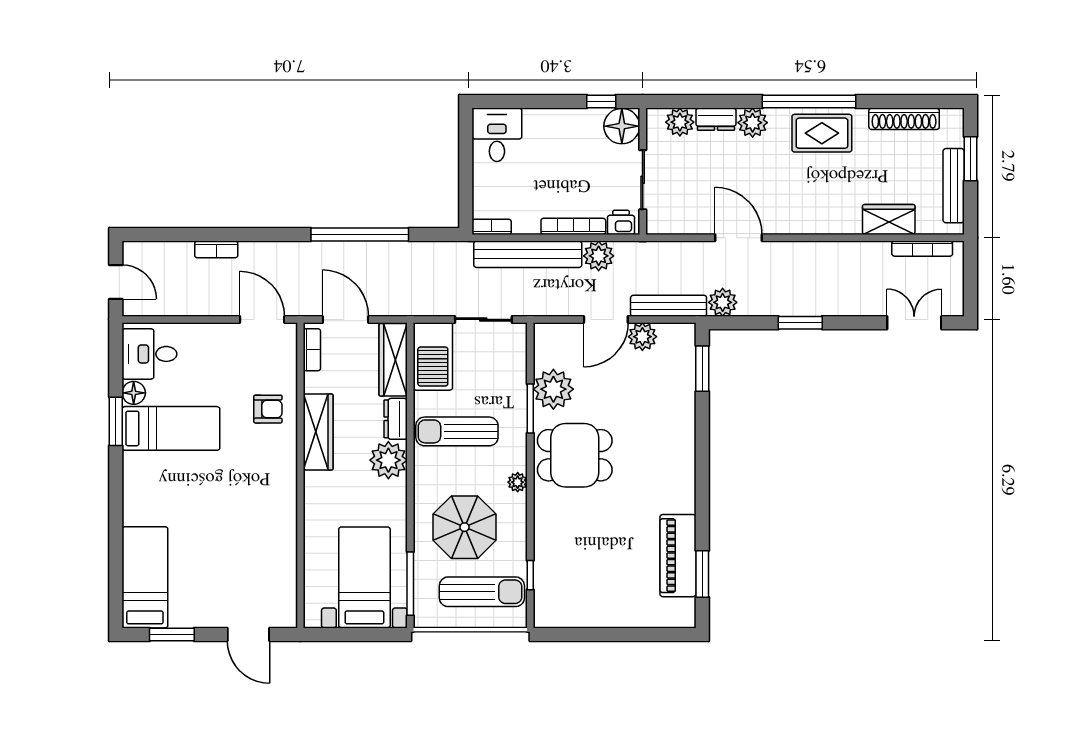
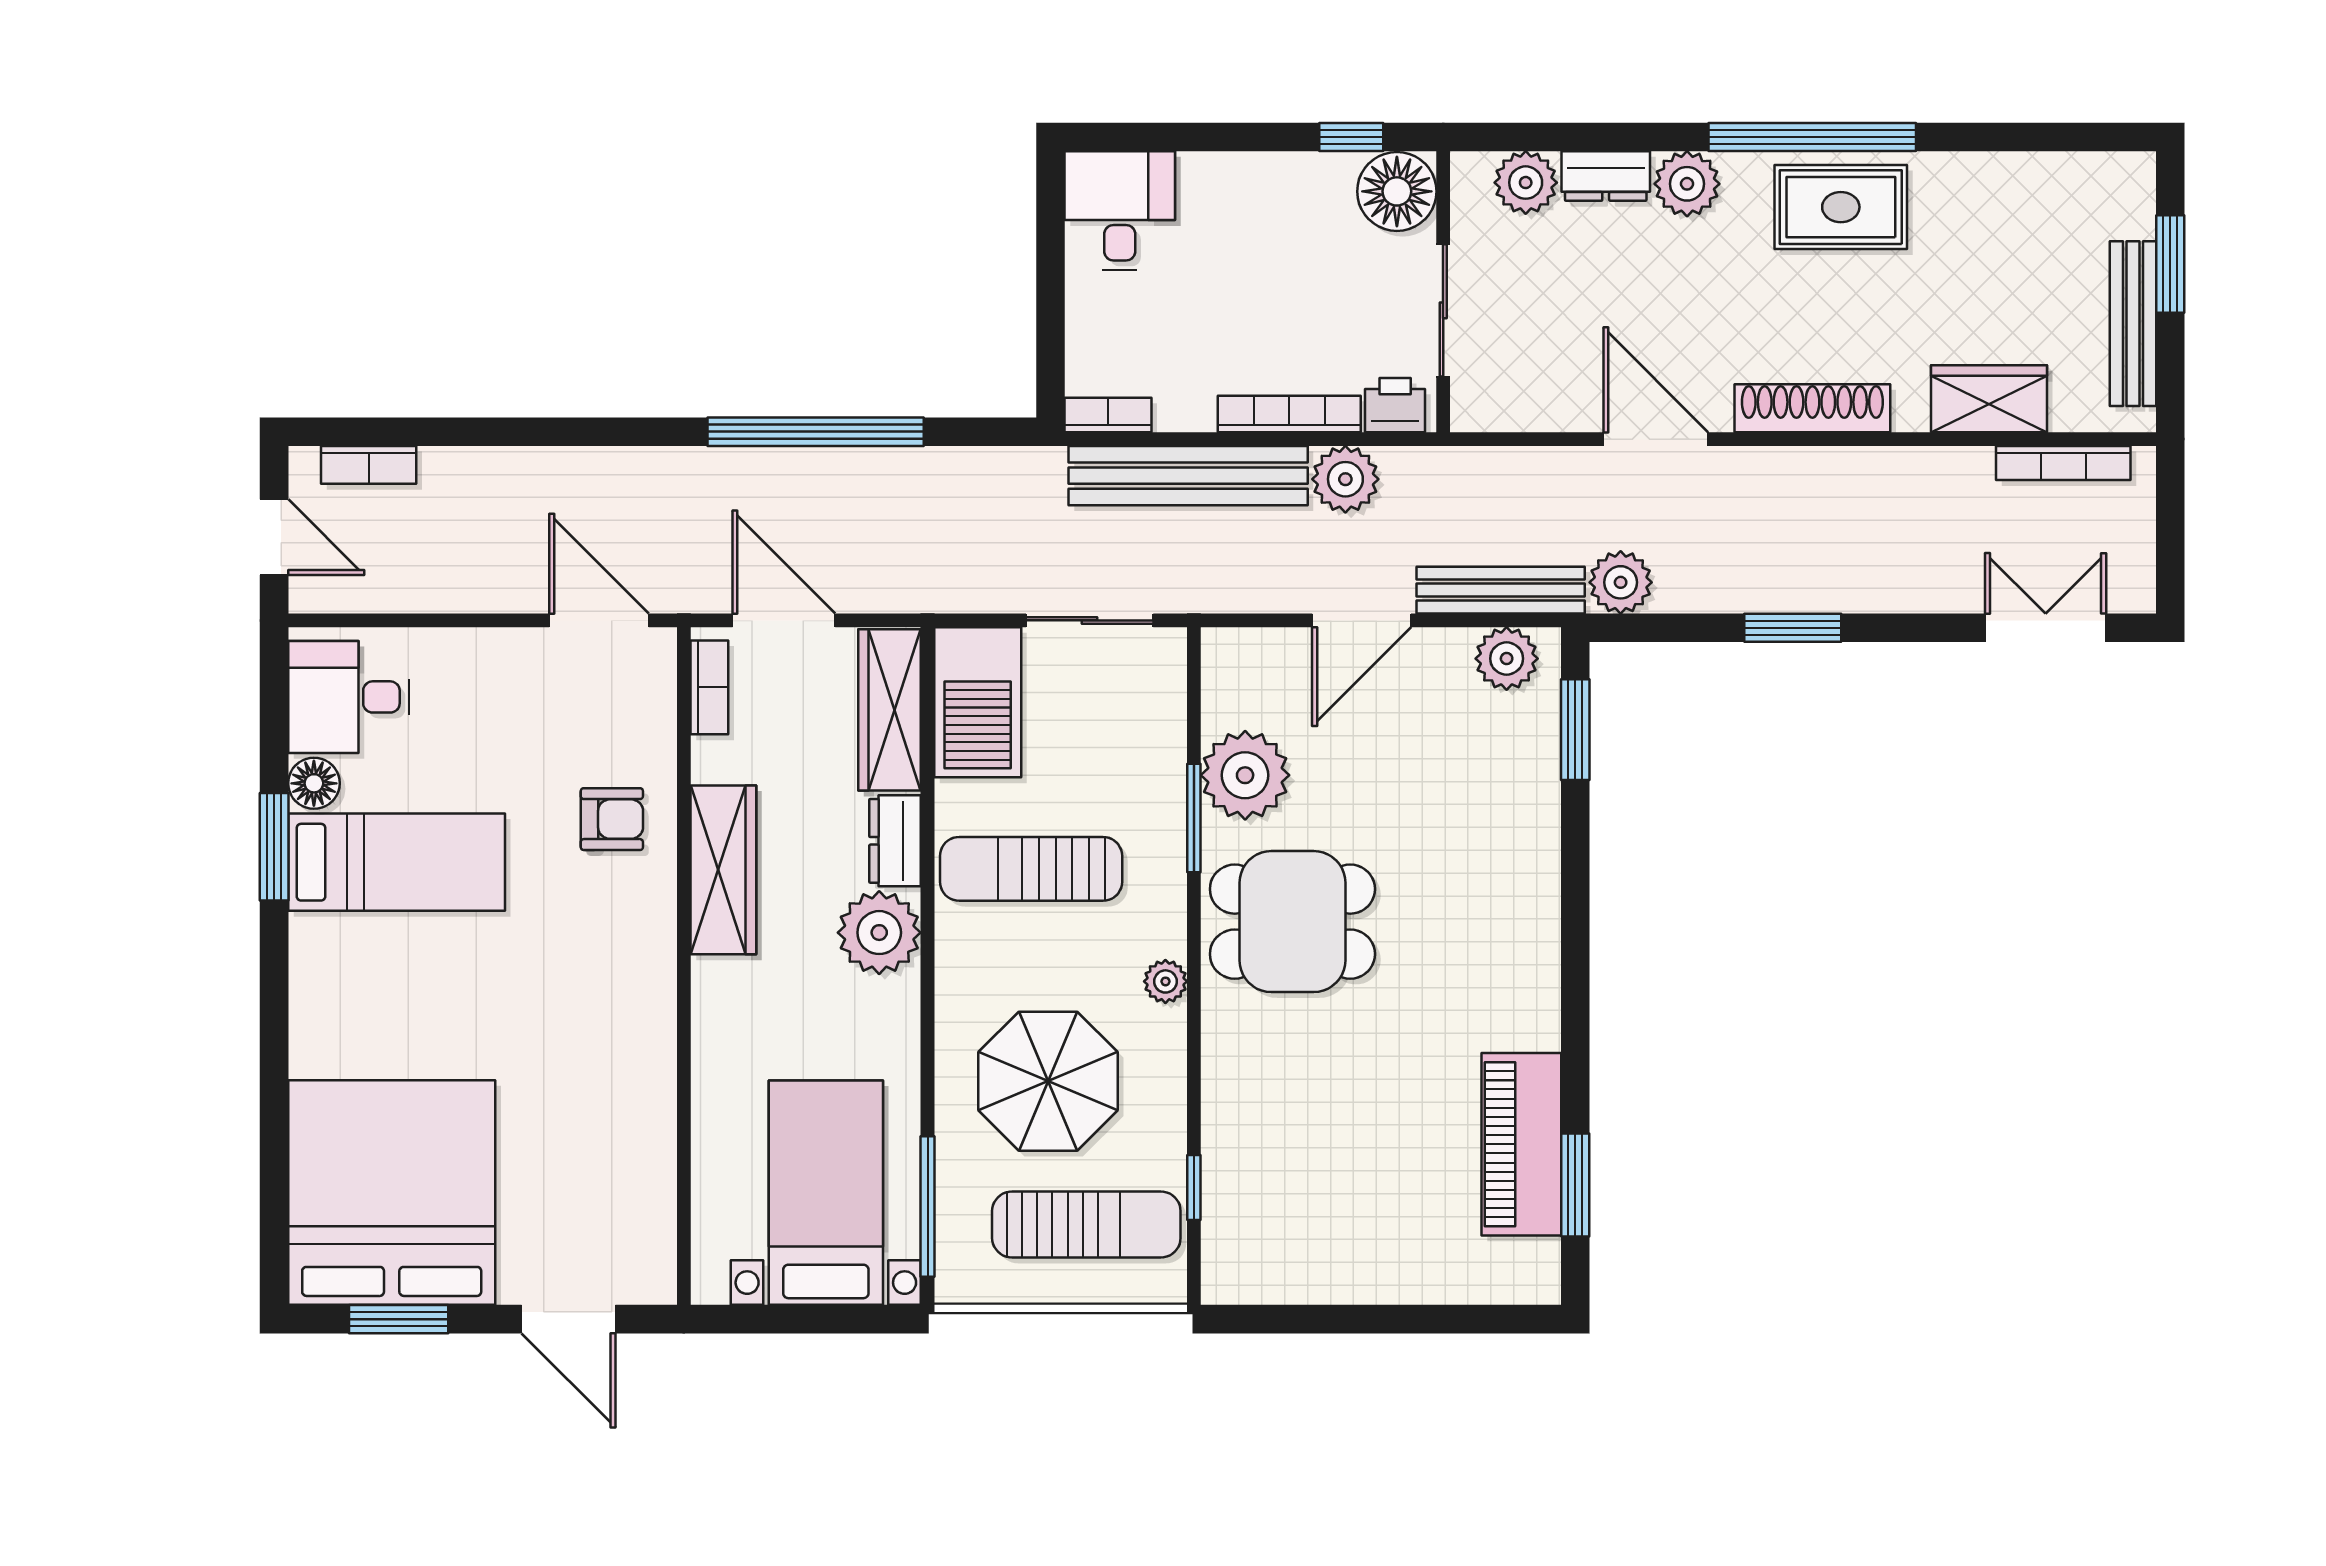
shoe rack: (904, 119) -> (1812, 408), moved, turned 180
bookcase: (216, 249) -> (369, 465), moved
plant: (642, 337) -> (1507, 659), moved
bed: (145, 577) -> (392, 1193), width x2.04

